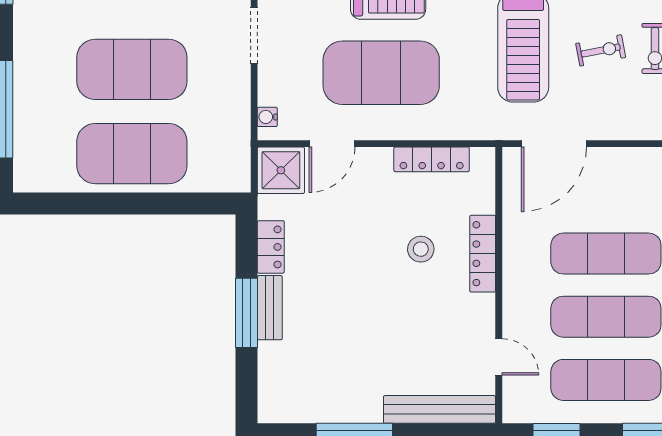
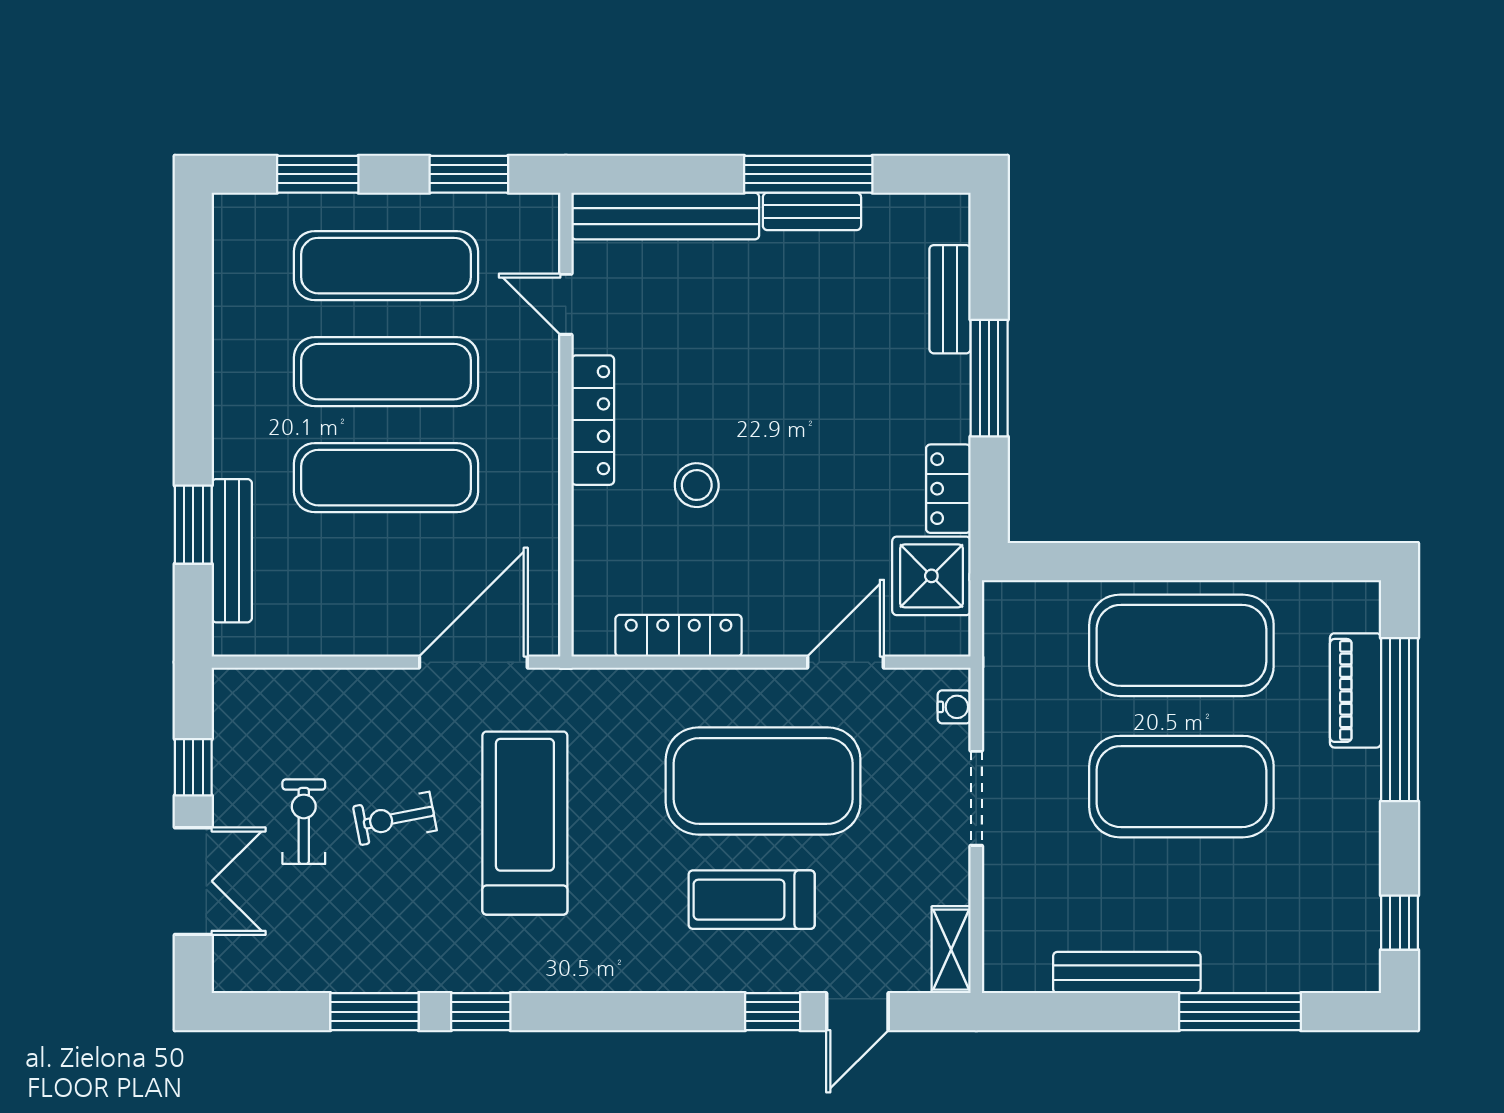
doorway: (254, 35) -> (976, 798), moved
piano: (28, 127) -> (1356, 690), added
shower: (281, 170) -> (931, 576), moved
locker: (483, 254) -> (593, 420), moved
bench: (270, 308) -> (950, 299), moved
bench: (352, 412) -> (812, 211), added

